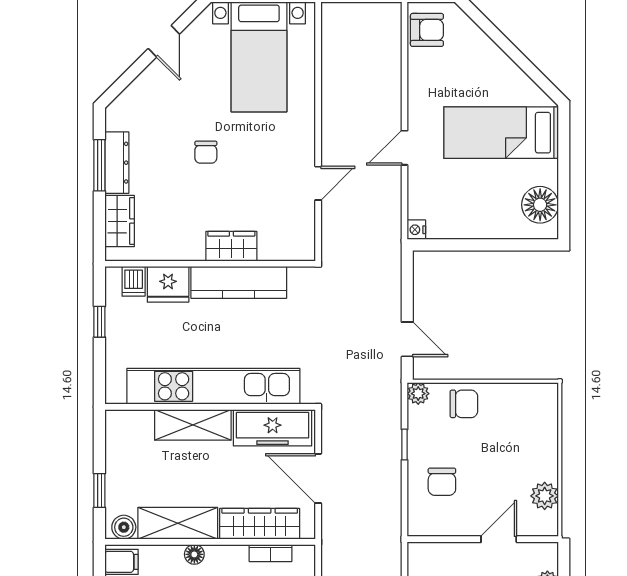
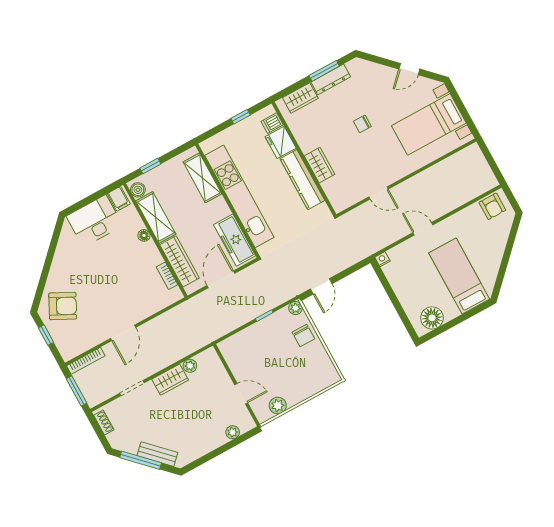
shelving: (193, 425) -> (202, 178), moved
chair: (442, 482) -> (255, 347), removed

